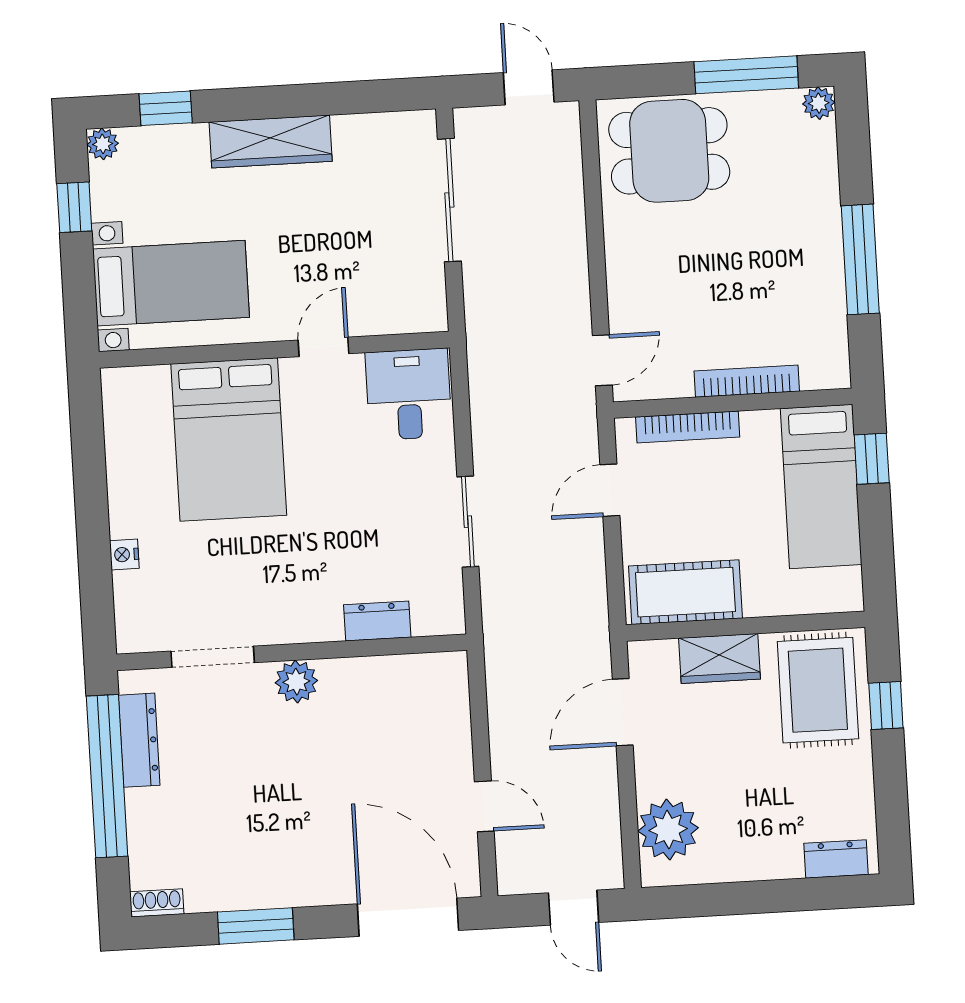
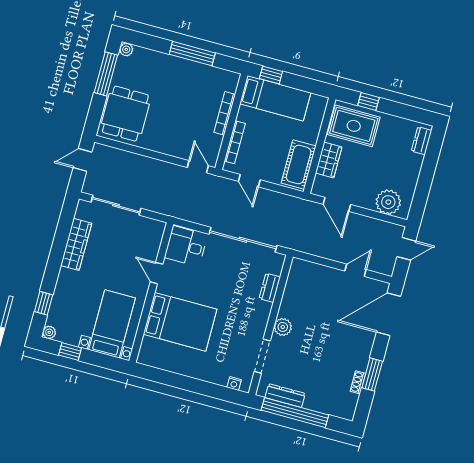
wardrobe: (271, 142) -> (76, 244), moved
sliding door: (468, 522) -> (243, 240), width x1.86
nightstand: (124, 554) -> (234, 383), moved
shoe rack: (157, 903) -> (358, 382), moved

